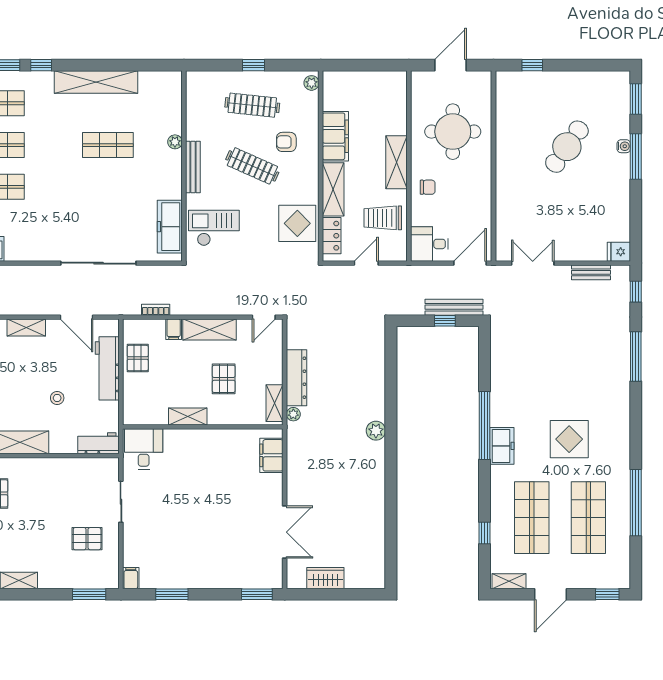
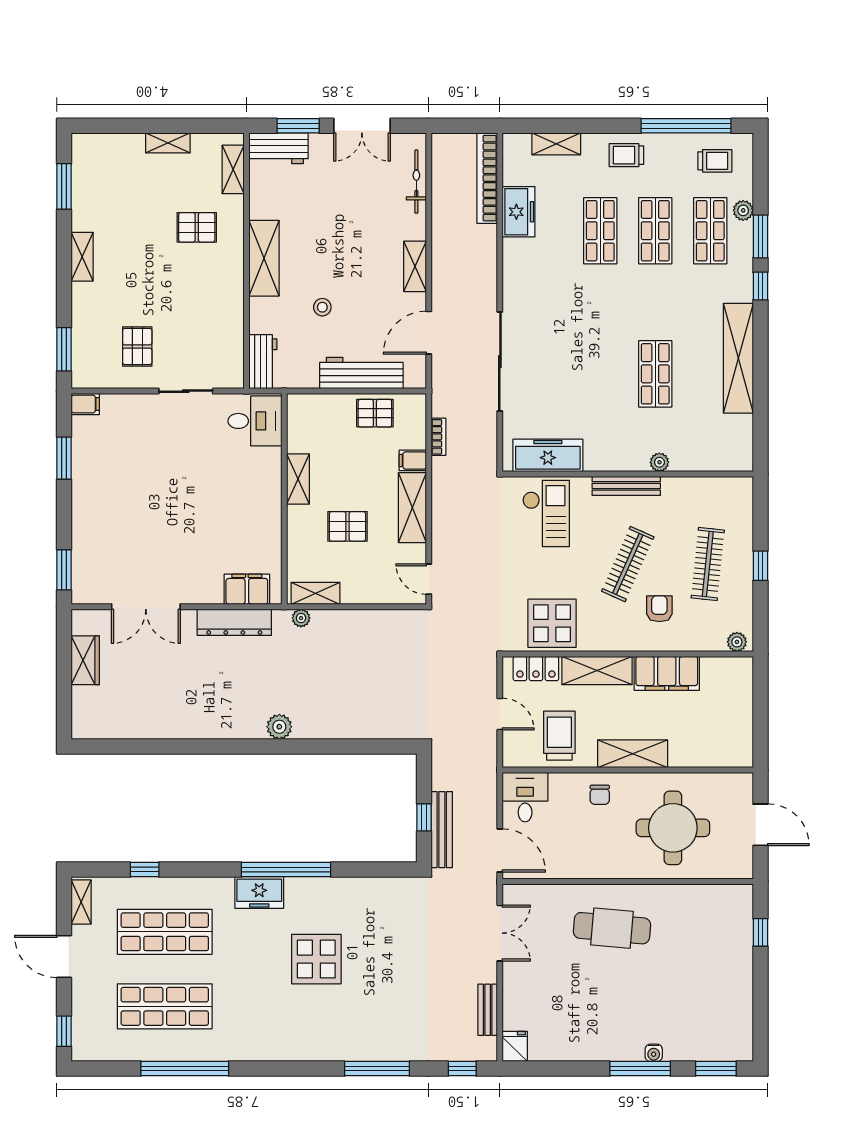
cafe table: (567, 147) -> (612, 928), moved, turned -30
dresser: (297, 378) -> (234, 622), moved
display table: (569, 439) -> (316, 959), moved

